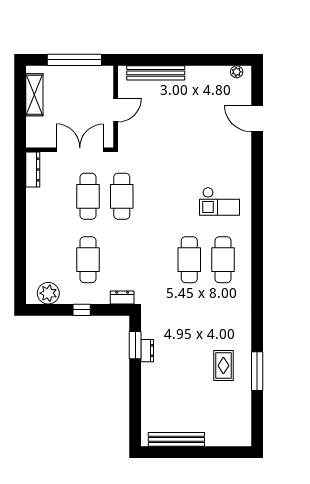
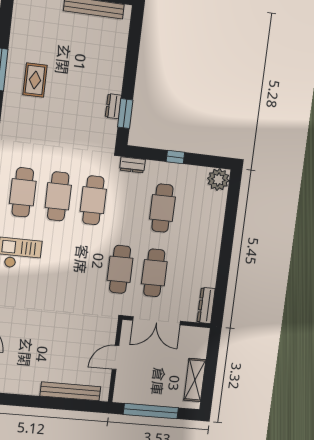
cafe table: (156, 260) -> (93, 200), added
plant: (48, 293) -> (218, 180), moved

